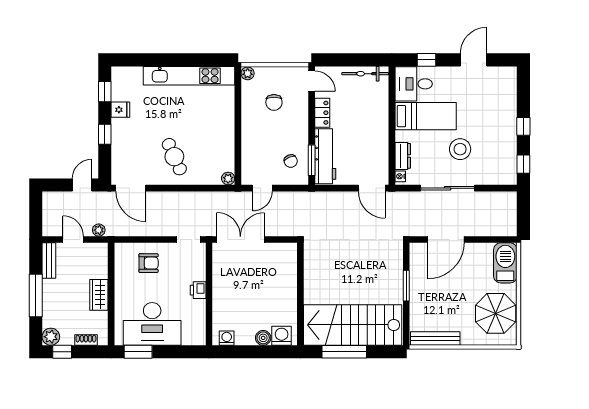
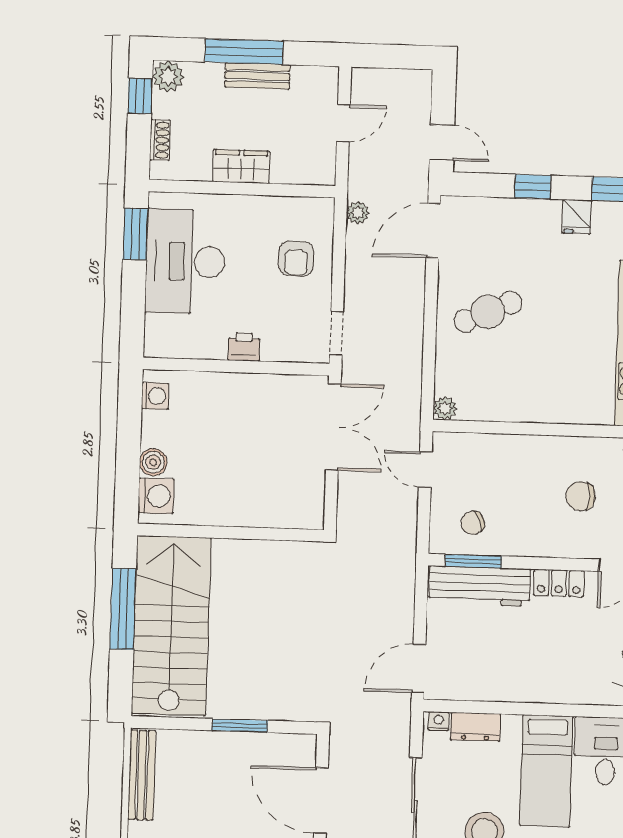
plant: (99, 230) -> (358, 213), moved
bench: (49, 261) -> (257, 76), moved

